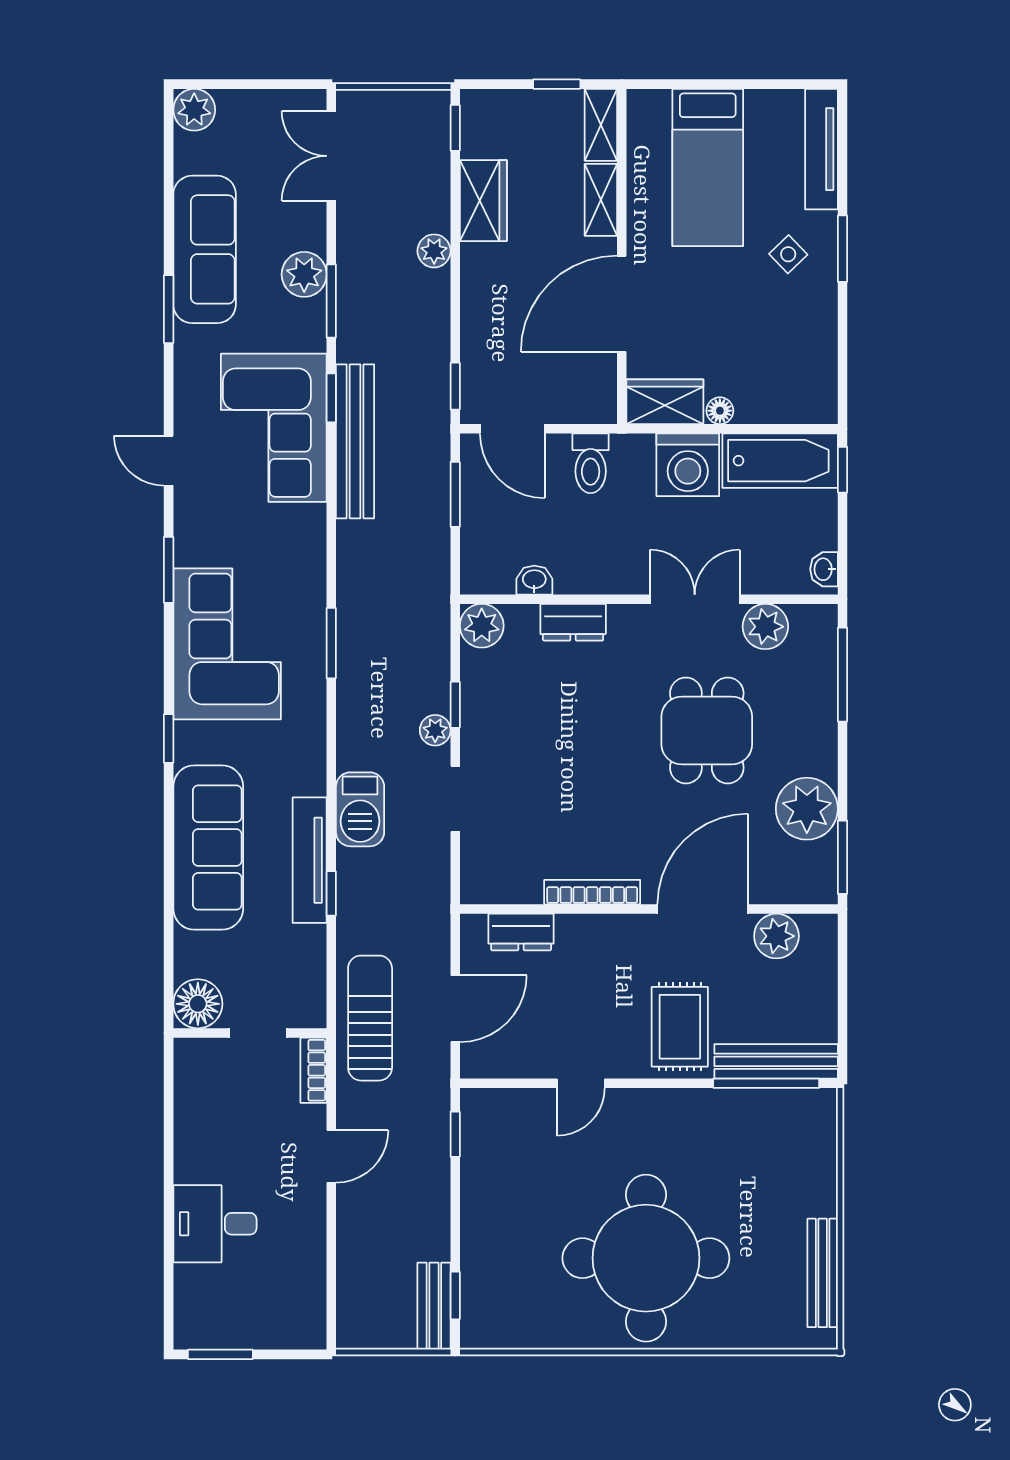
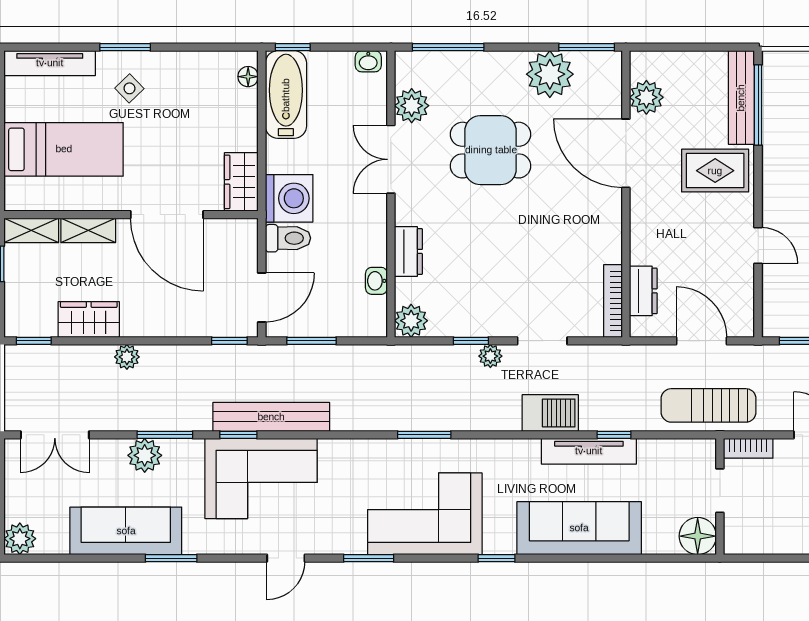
floor lamp: (720, 411) -> (248, 77), moved
washing machine: (688, 465) -> (289, 198), moved
bookcase: (592, 892) -> (613, 301), moved

